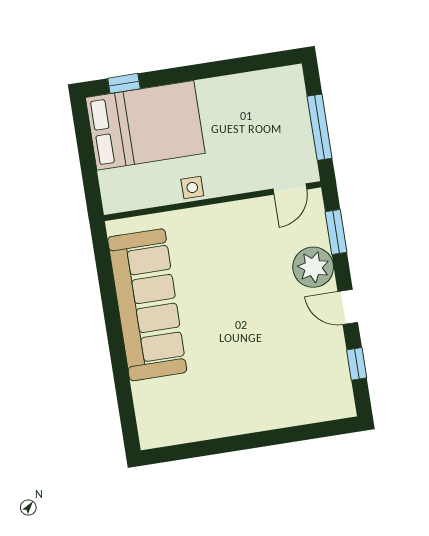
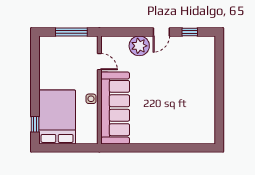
door: (290, 189) -> (99, 62), moved
window: (336, 232) -> (124, 32), removed
sofa: (147, 305) -> (115, 108), moved, turned 90

